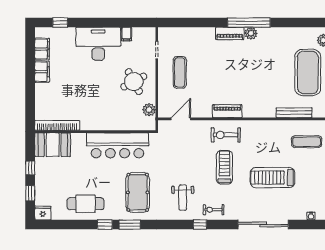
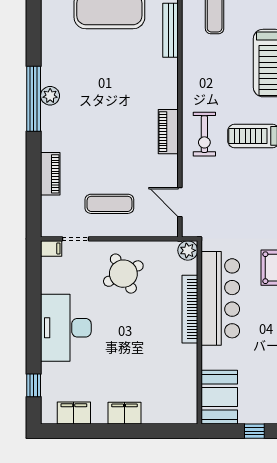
piano: (230, 33) -> (50, 174), moved
filing cabinet: (126, 34) -> (51, 248), moved
filing cabinet: (42, 72) -> (124, 413), moved
plant: (149, 110) -> (188, 250), moved
bookcase: (57, 125) -> (190, 309), moved

